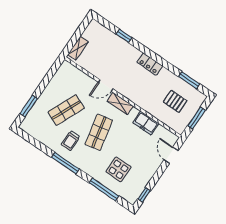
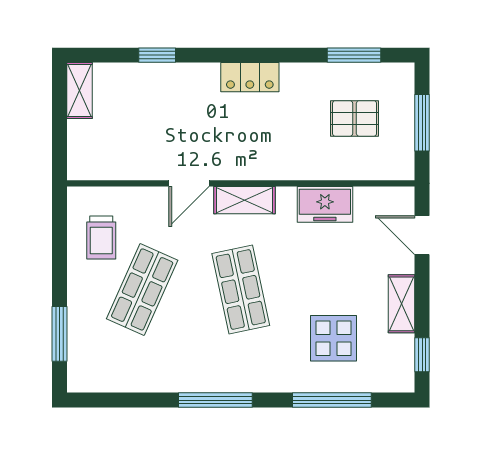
shelving: (78, 48) -> (79, 91), moved
trolley: (71, 141) -> (101, 238), moved
shelving: (149, 173) -> (402, 304), added

